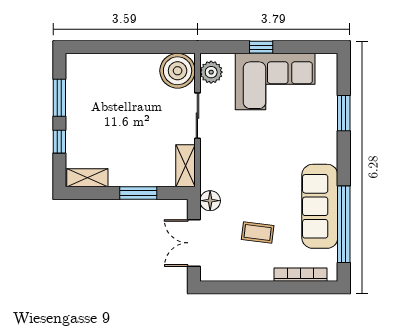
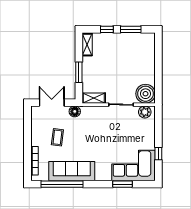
window: (261, 47) -> (158, 154), moved
corner sofa: (275, 82) -> (133, 165), moved, turned 90

